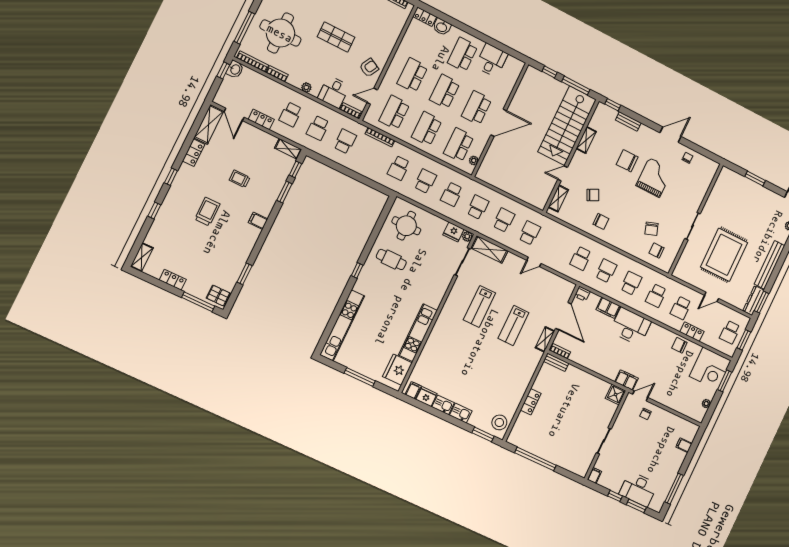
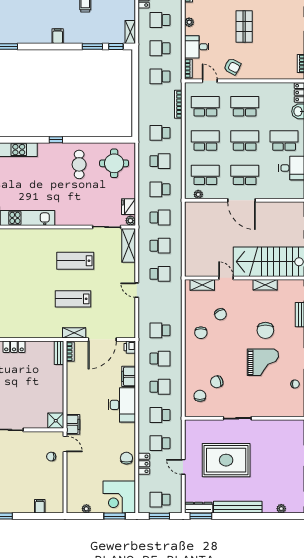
school desk: (345, 141) -> (160, 76), turned 180
chair: (627, 161) -> (265, 330), turned 180

